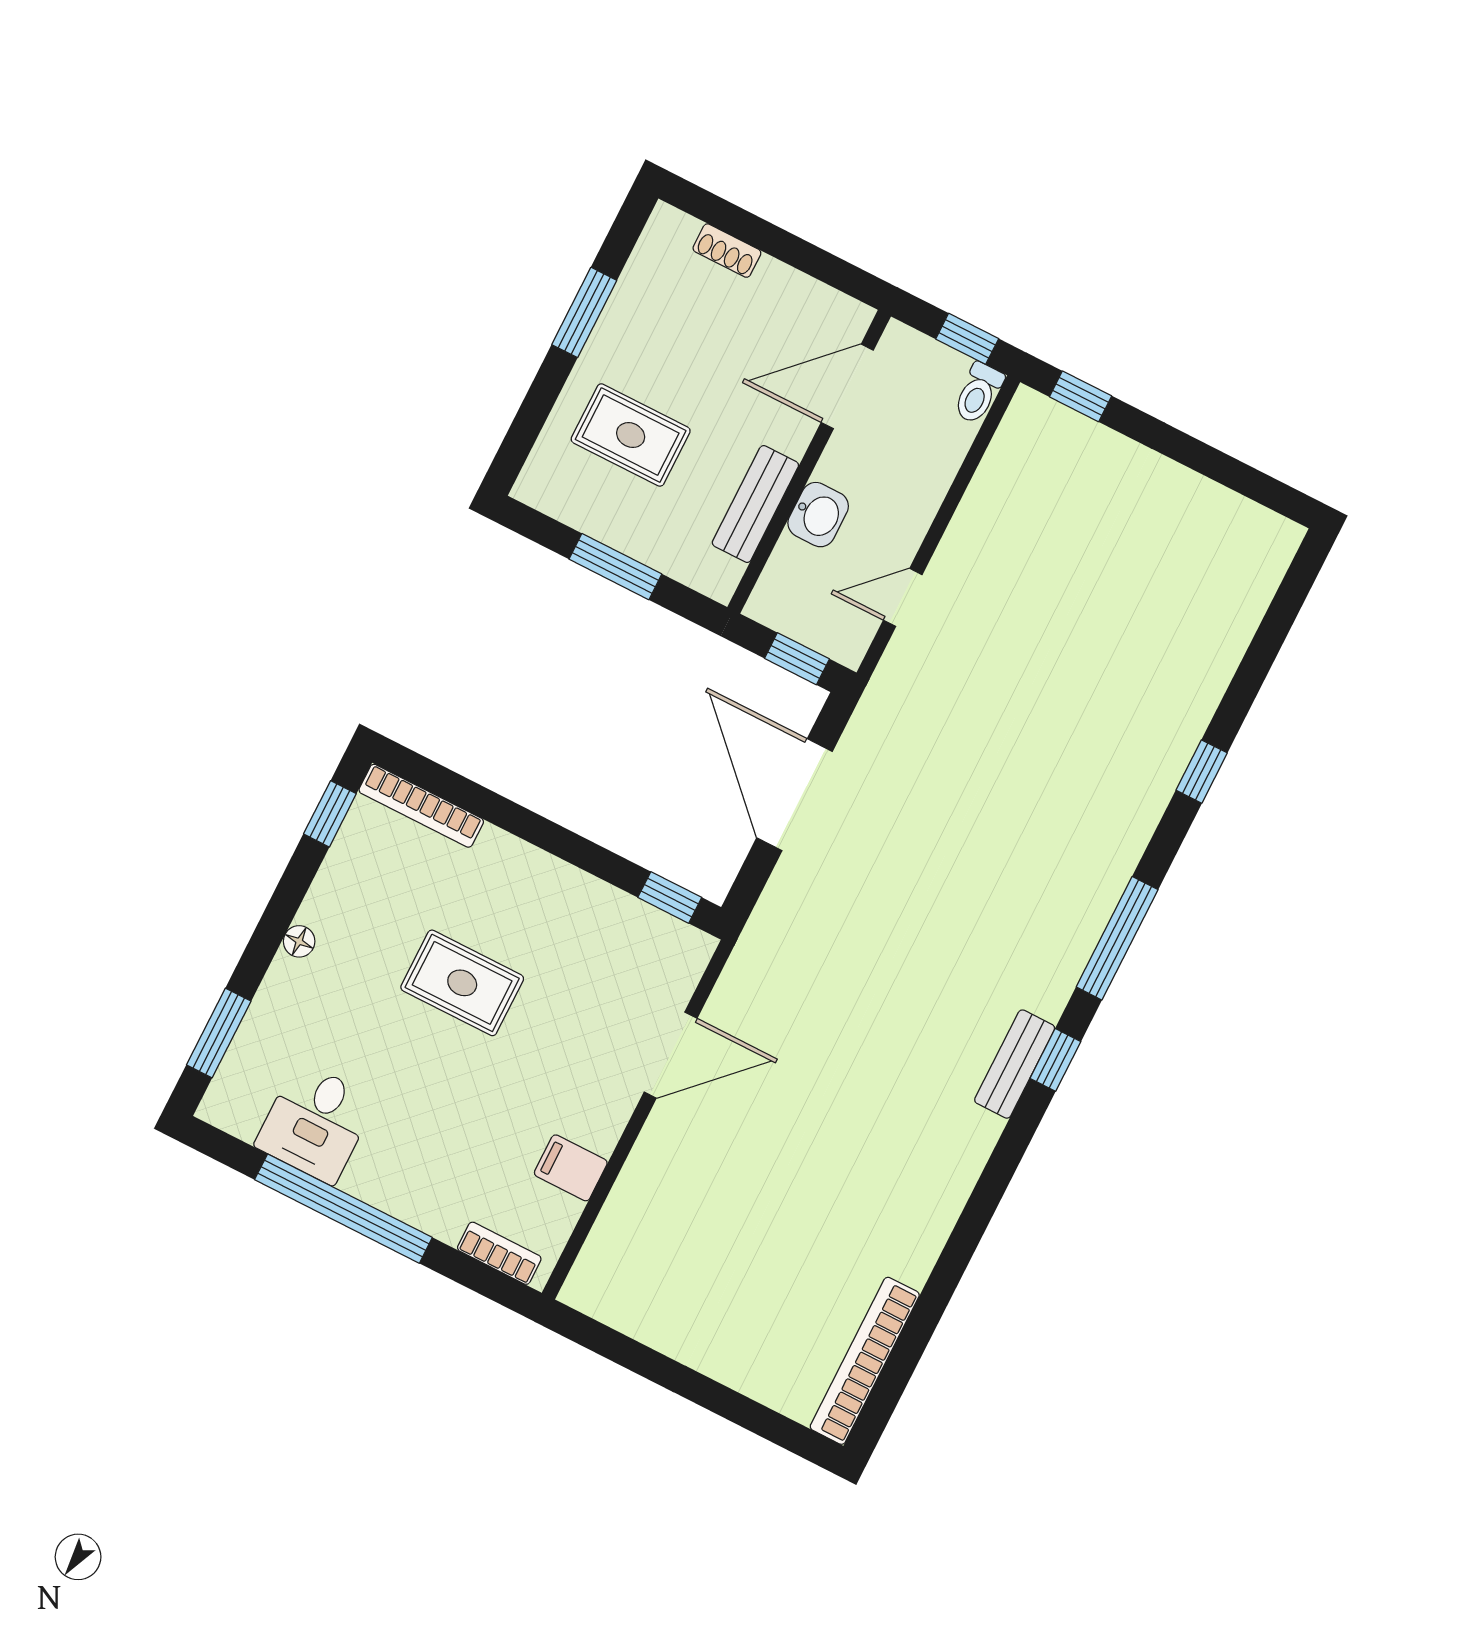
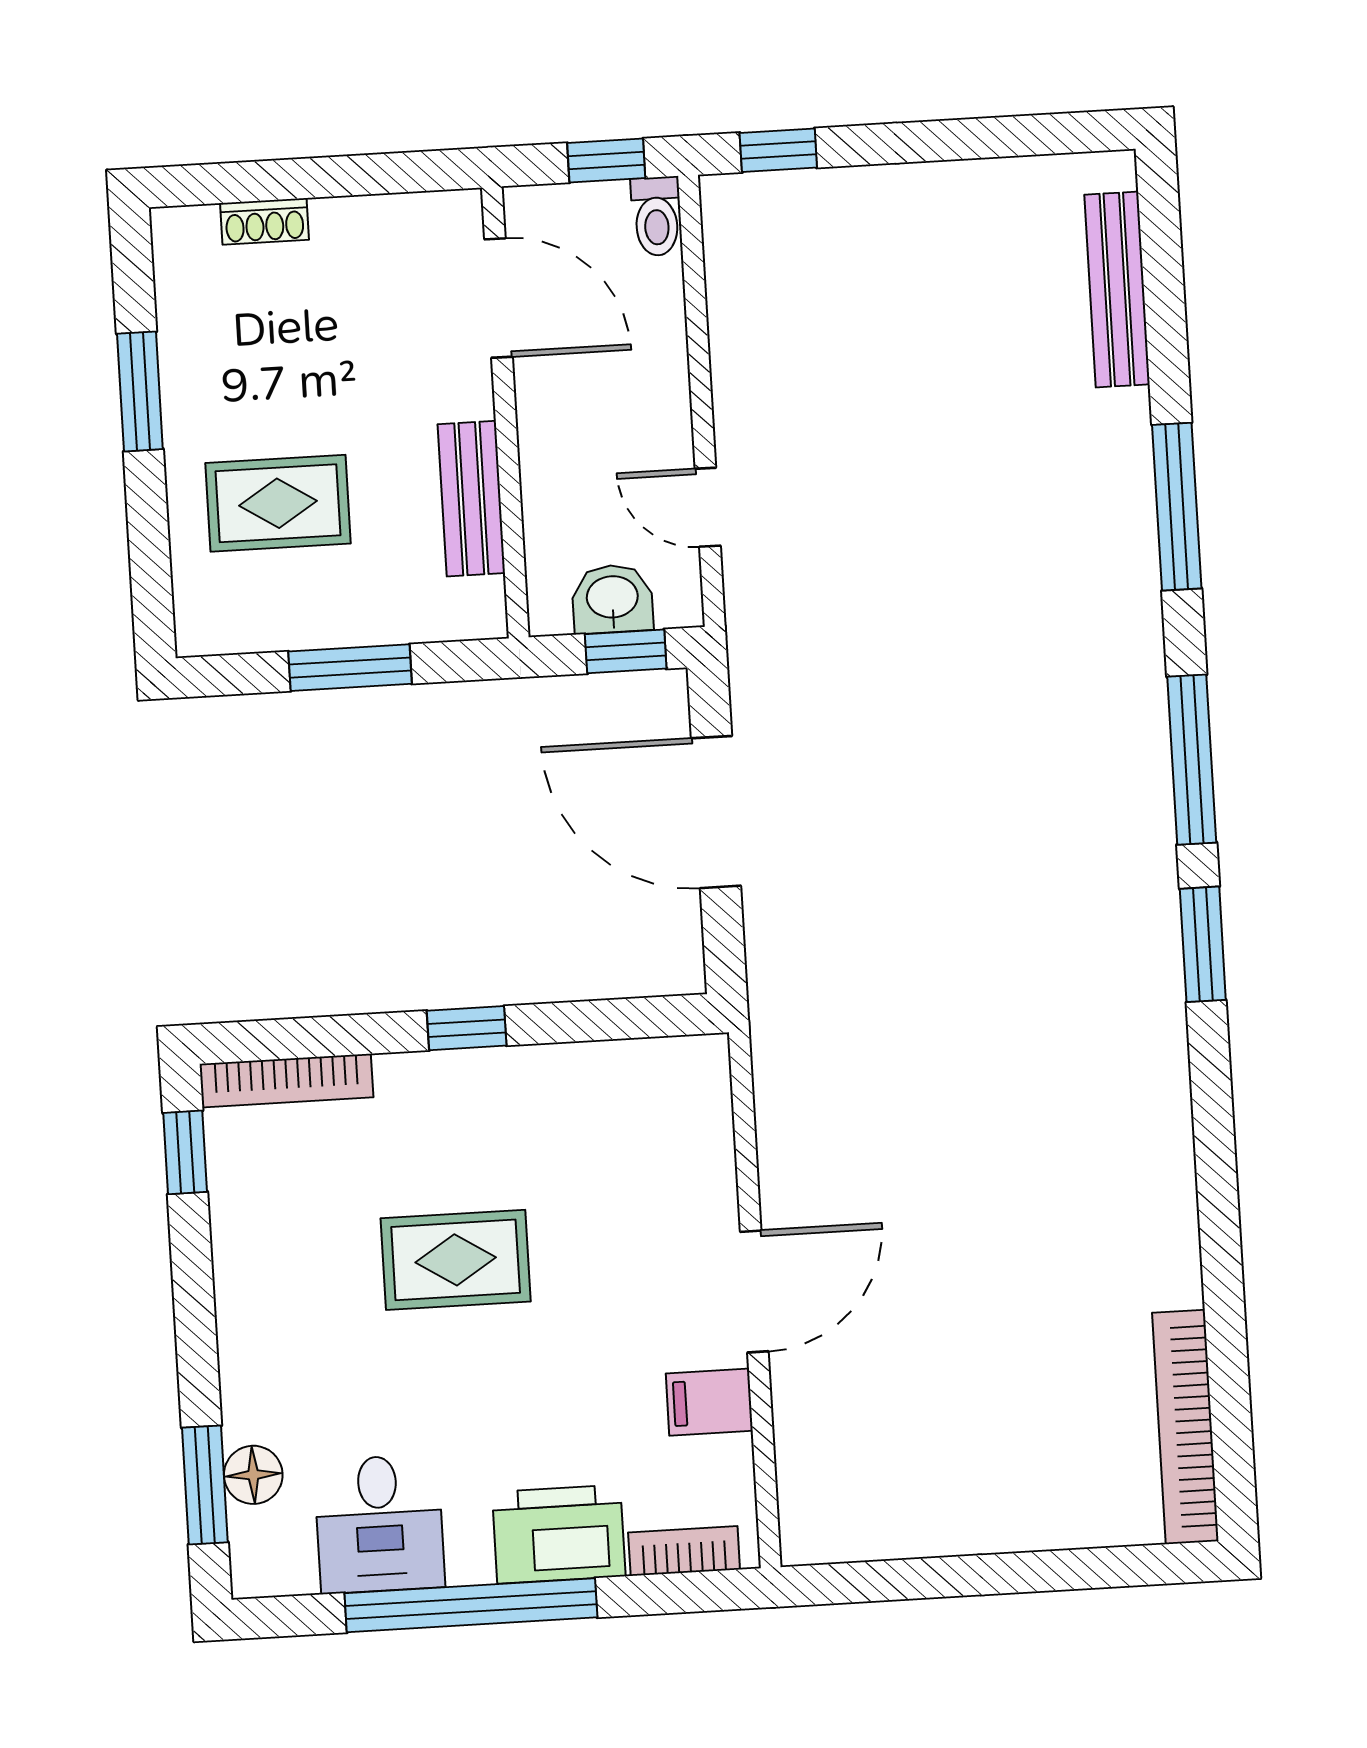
door: (847, 386) -> (498, 298), swing flipped
washbasin: (818, 515) -> (612, 599), moved, turned -90
door: (903, 597) -> (708, 507), hinge flipped
window: (1202, 772) -> (1177, 507), width x2.17
window: (670, 897) -> (467, 1028), moved
floor lamp: (299, 941) -> (253, 1475), moved, width x1.37, depth x1.37
door: (671, 1055) -> (754, 1291), moved
window: (1055, 1060) -> (1203, 944), width x1.50
bench: (1015, 1064) -> (1117, 289), moved, width x1.36
printer: (426, 1196) -> (559, 1534), added

